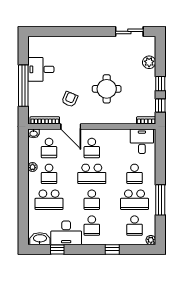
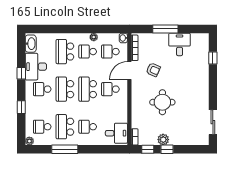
window: (56, 31) -> (213, 58), added
plant: (149, 62) -> (163, 140), moved
window: (23, 86) -> (165, 29), width x0.68
school desk: (92, 200) -> (65, 89), width x1.85
window: (57, 249) -> (21, 73), moved

